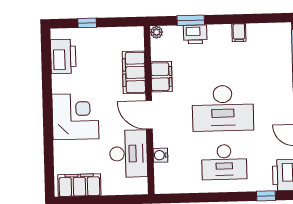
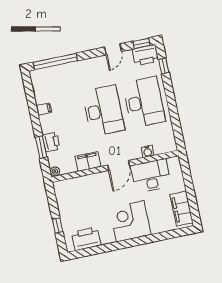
filing cabinet: (134, 72) -> (89, 183), removed
desk: (224, 162) -> (144, 102), width x1.36, depth x1.30

